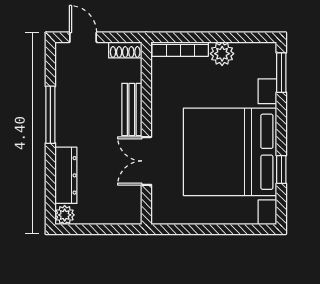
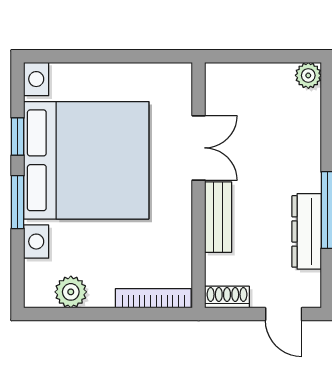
plant: (222, 54) -> (71, 292), moved
window: (281, 73) -> (18, 202), moved
dresser: (66, 175) -> (307, 231), moved

